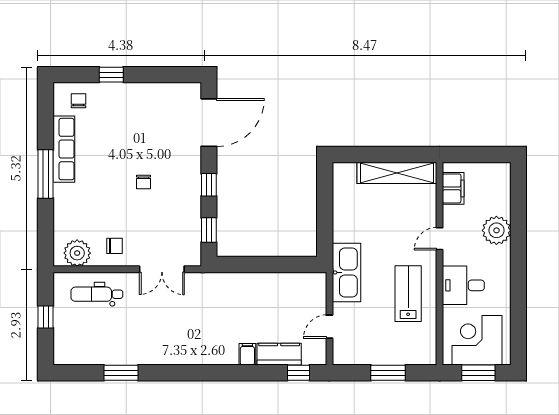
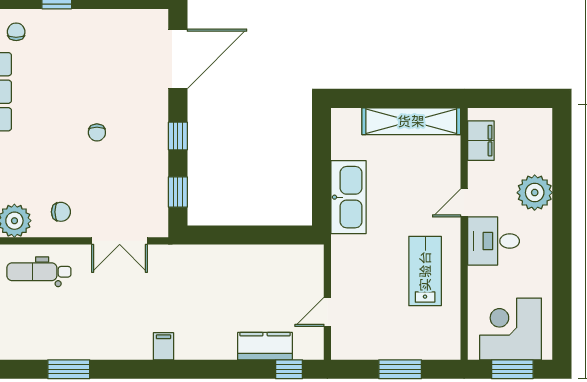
kitchen sink: (346, 272) -> (349, 197), moved
desk: (463, 285) -> (494, 241), moved
filing cabinet: (247, 354) -> (163, 346), moved

